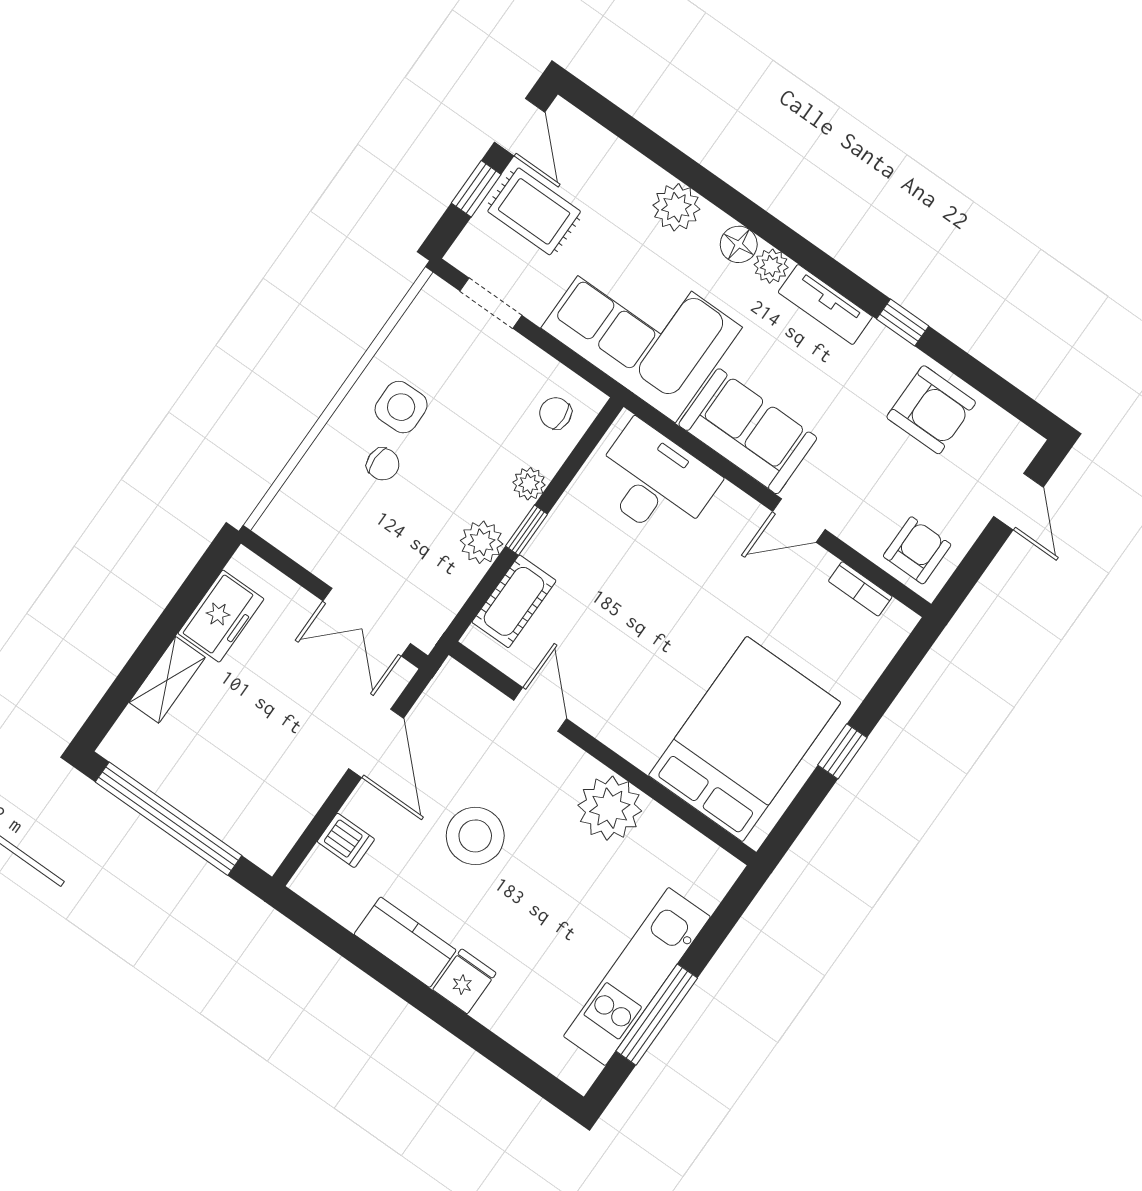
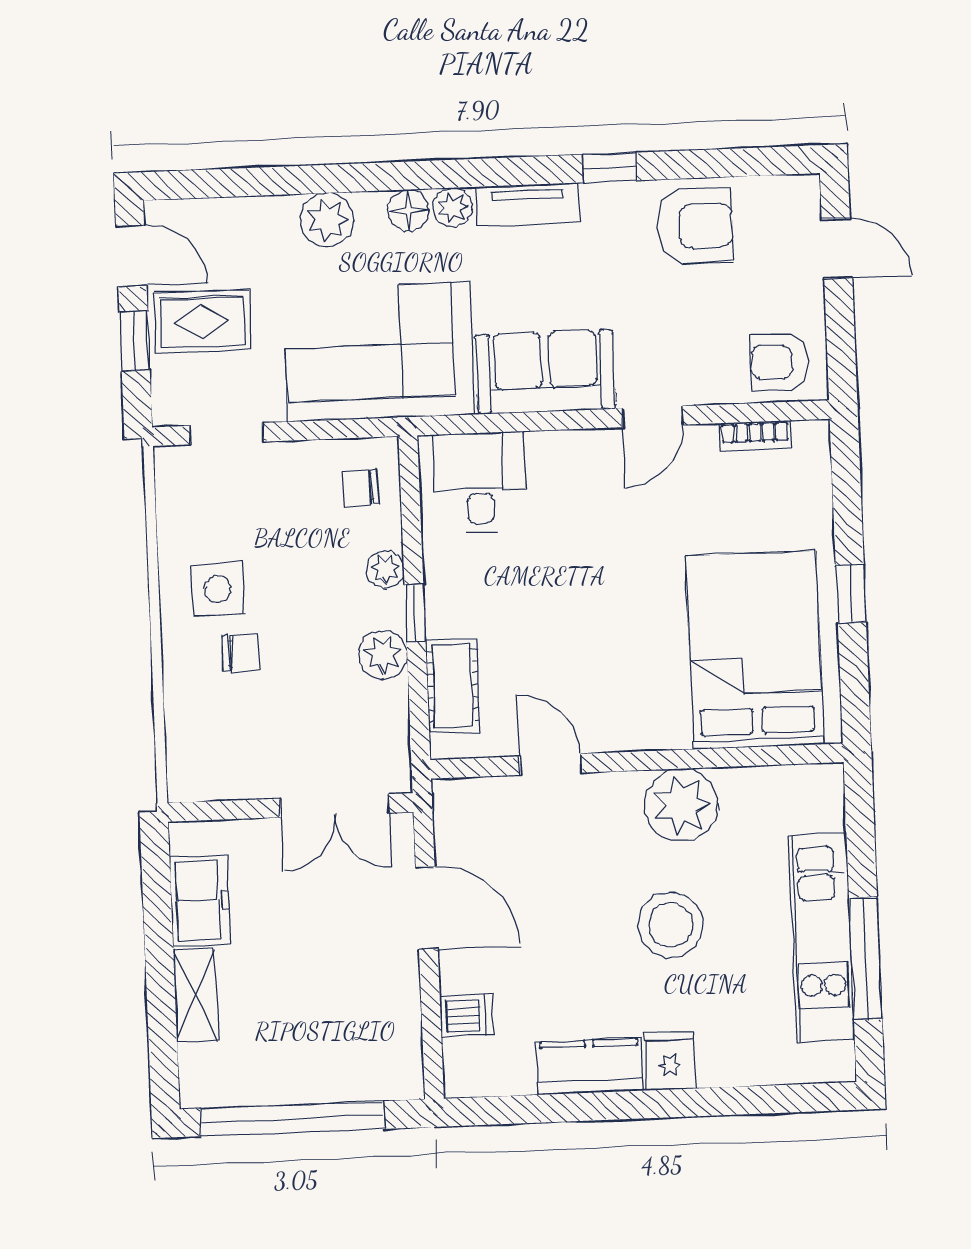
desk: (655, 482) -> (480, 482), width x0.73
armchair: (917, 550) -> (779, 362), turned -88
stool: (475, 836) -> (671, 925), moved

